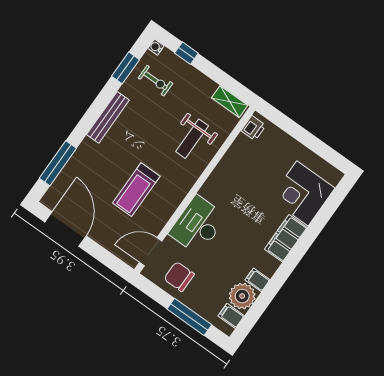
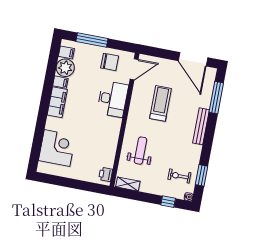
bench: (108, 117) -> (201, 126), moved
filing cabinet: (286, 238) -> (57, 102), moved

